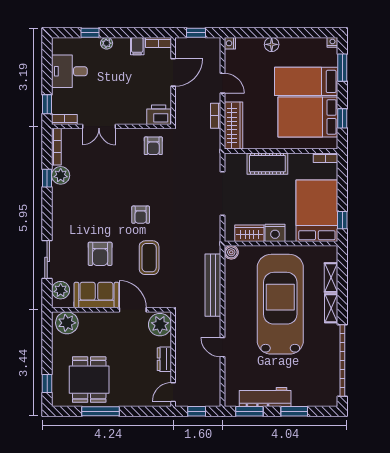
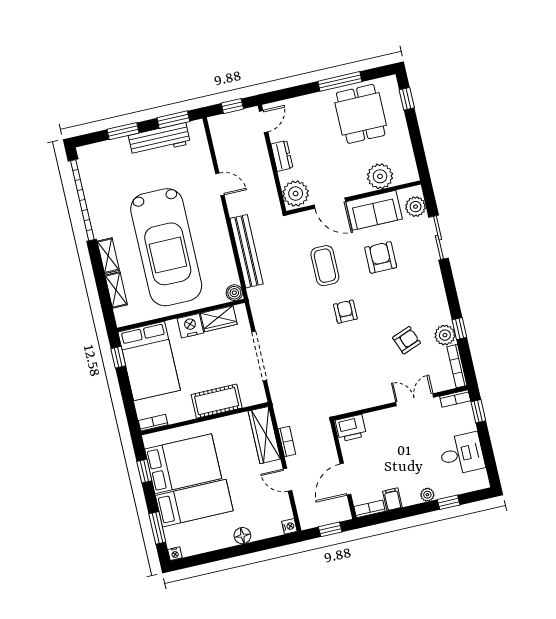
armchair: (153, 146) -> (407, 340), moved, turned 69
plant: (67, 323) -> (380, 176), moved

